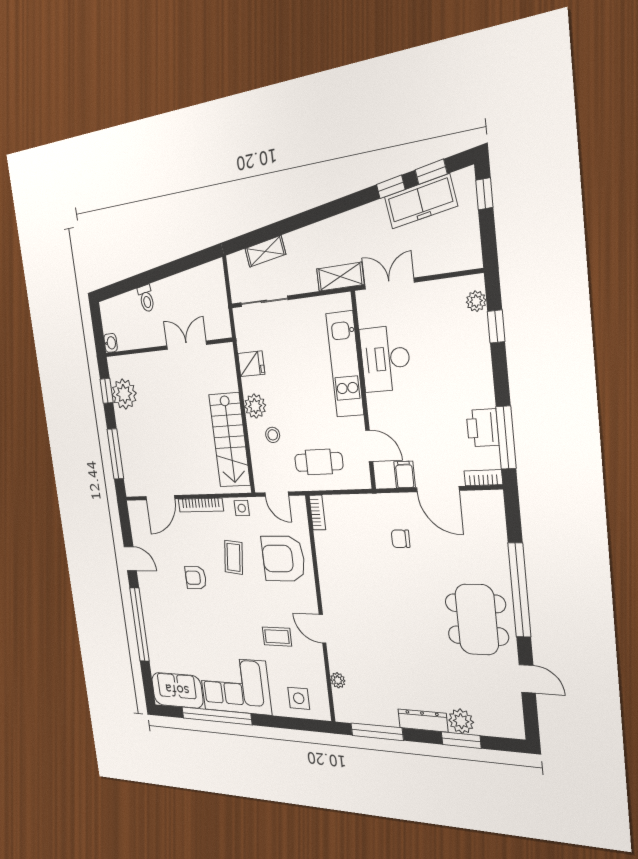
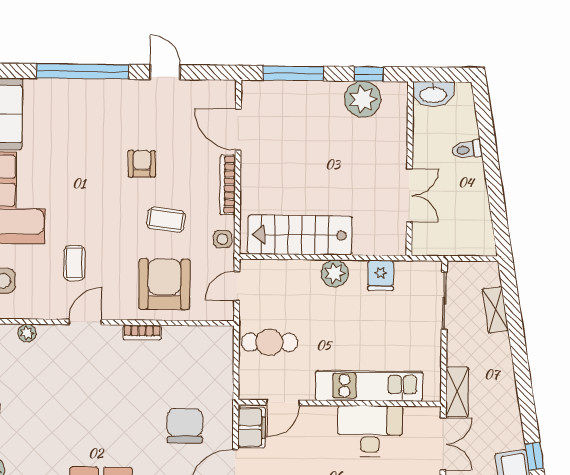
washbasin: (111, 343) -> (433, 94), width x1.91, depth x1.45
stool: (273, 435) -> (302, 291), removed
cafe table: (319, 462) -> (270, 342), turned 90
filing cabinet: (405, 475) -> (252, 428), width x2.00
bookcase: (317, 513) -> (142, 333), moved
chair: (401, 539) -> (185, 426), width x1.87, depth x1.87
door: (130, 559) -> (165, 72), swing flipped

